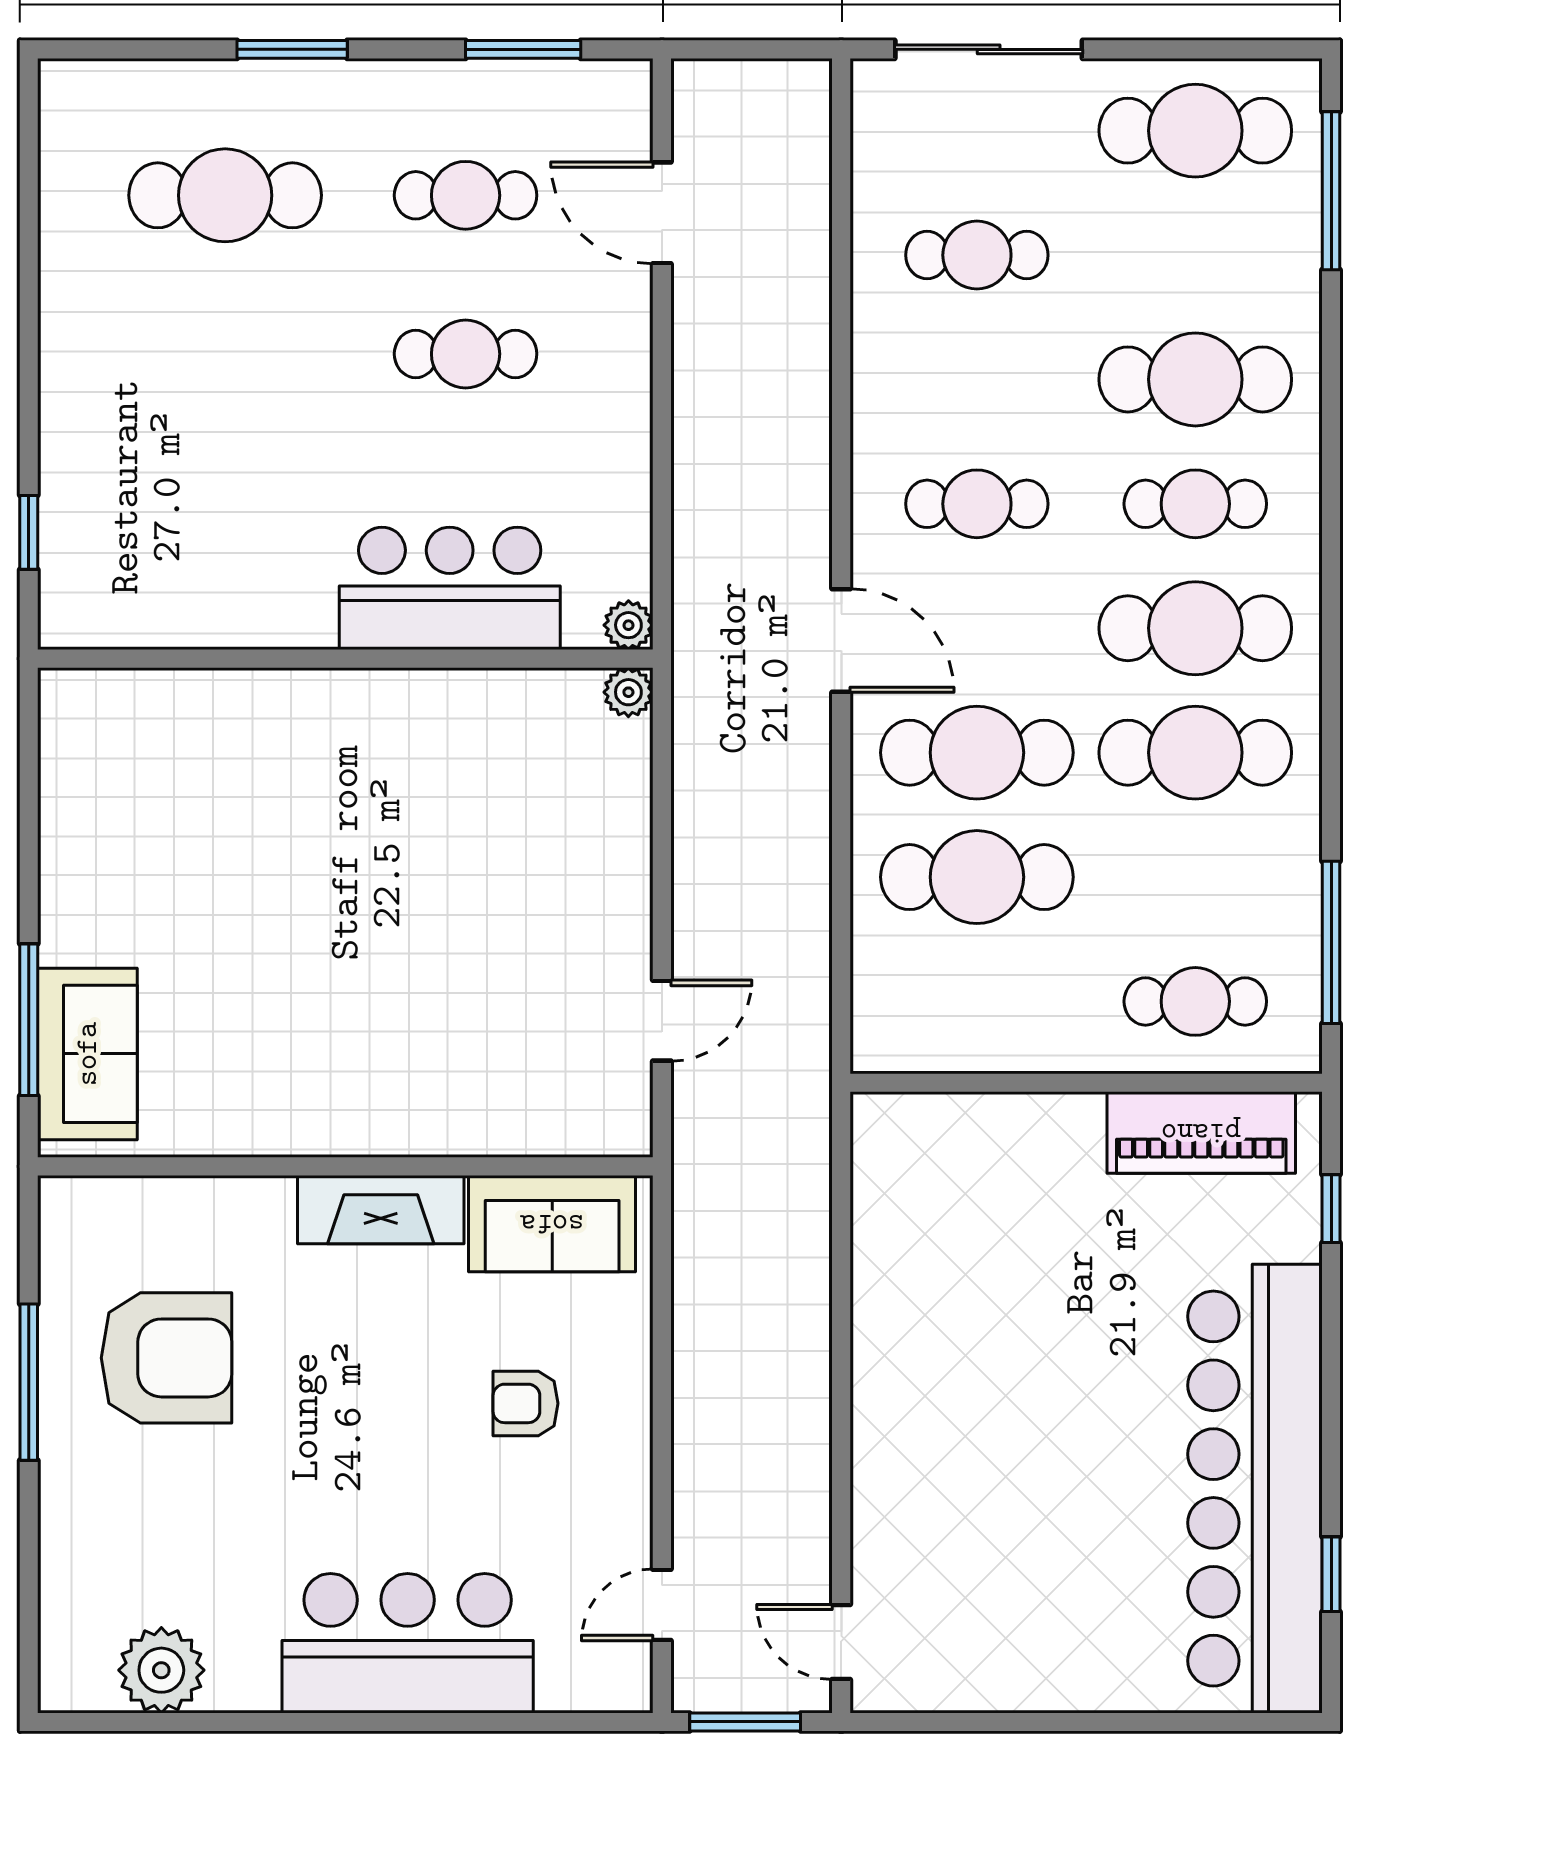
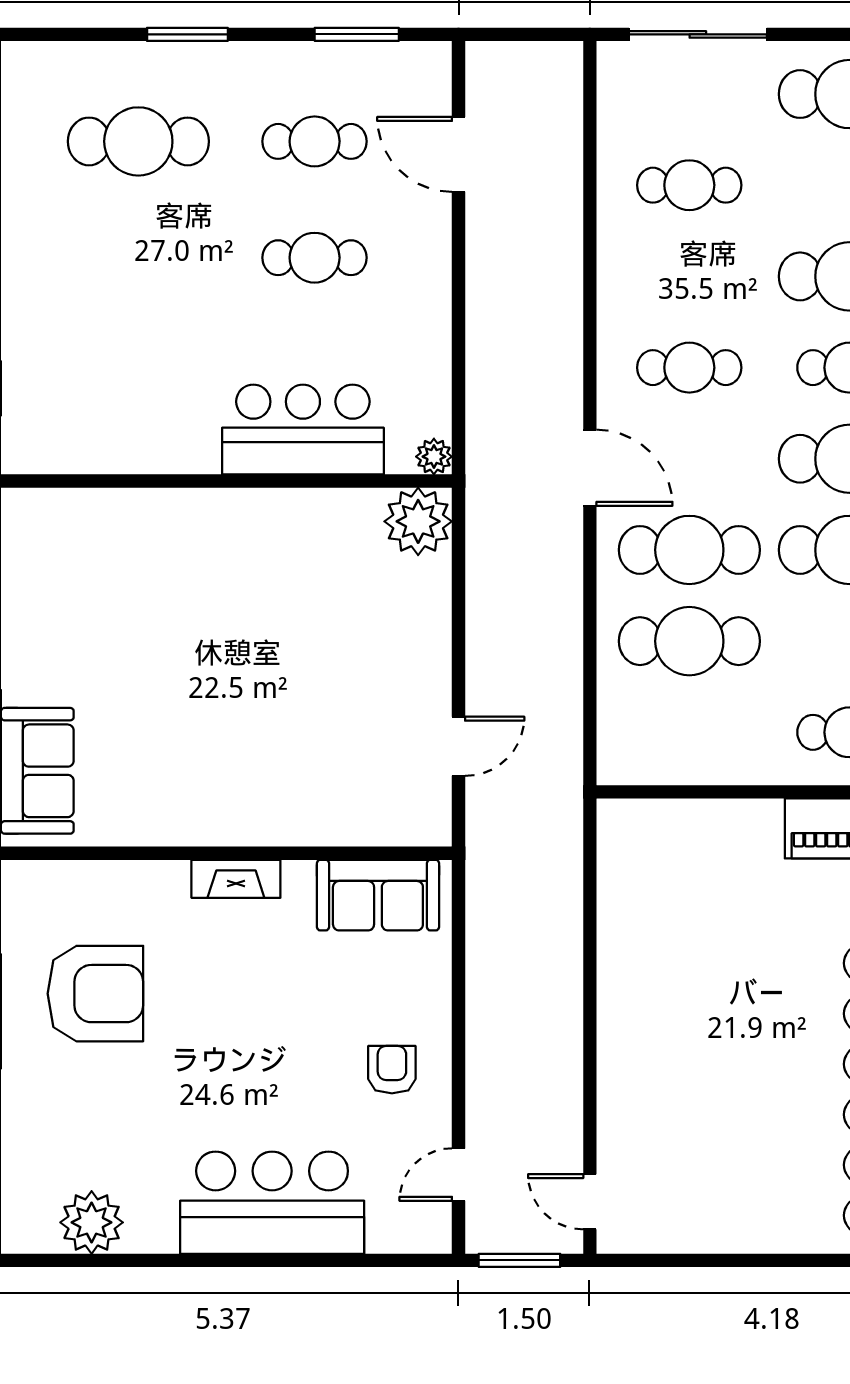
plant: (628, 692) -> (418, 521), width x1.88, depth x1.88
fireplace: (381, 1210) -> (236, 879), width x0.73, depth x0.76
armchair: (525, 1403) -> (392, 1070), moved, turned 90

